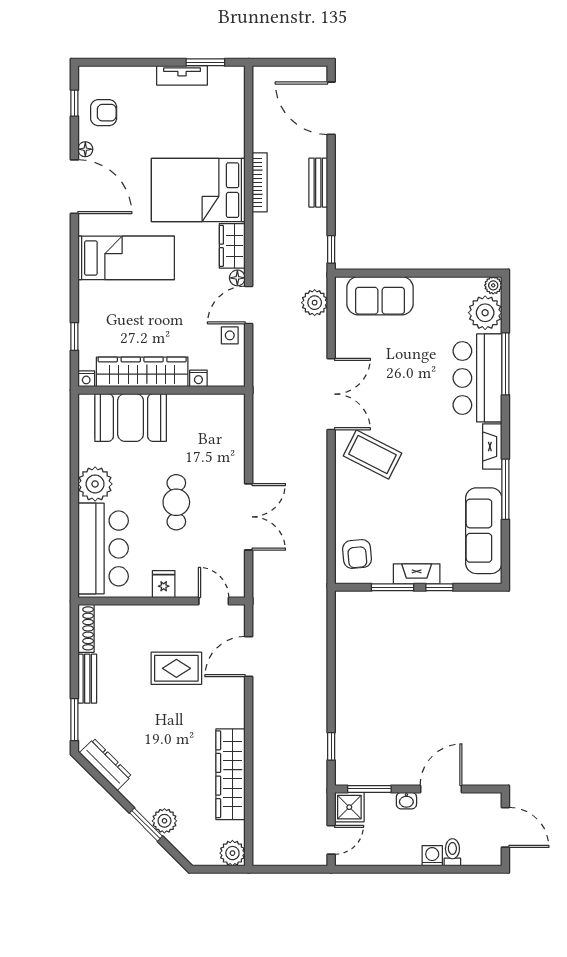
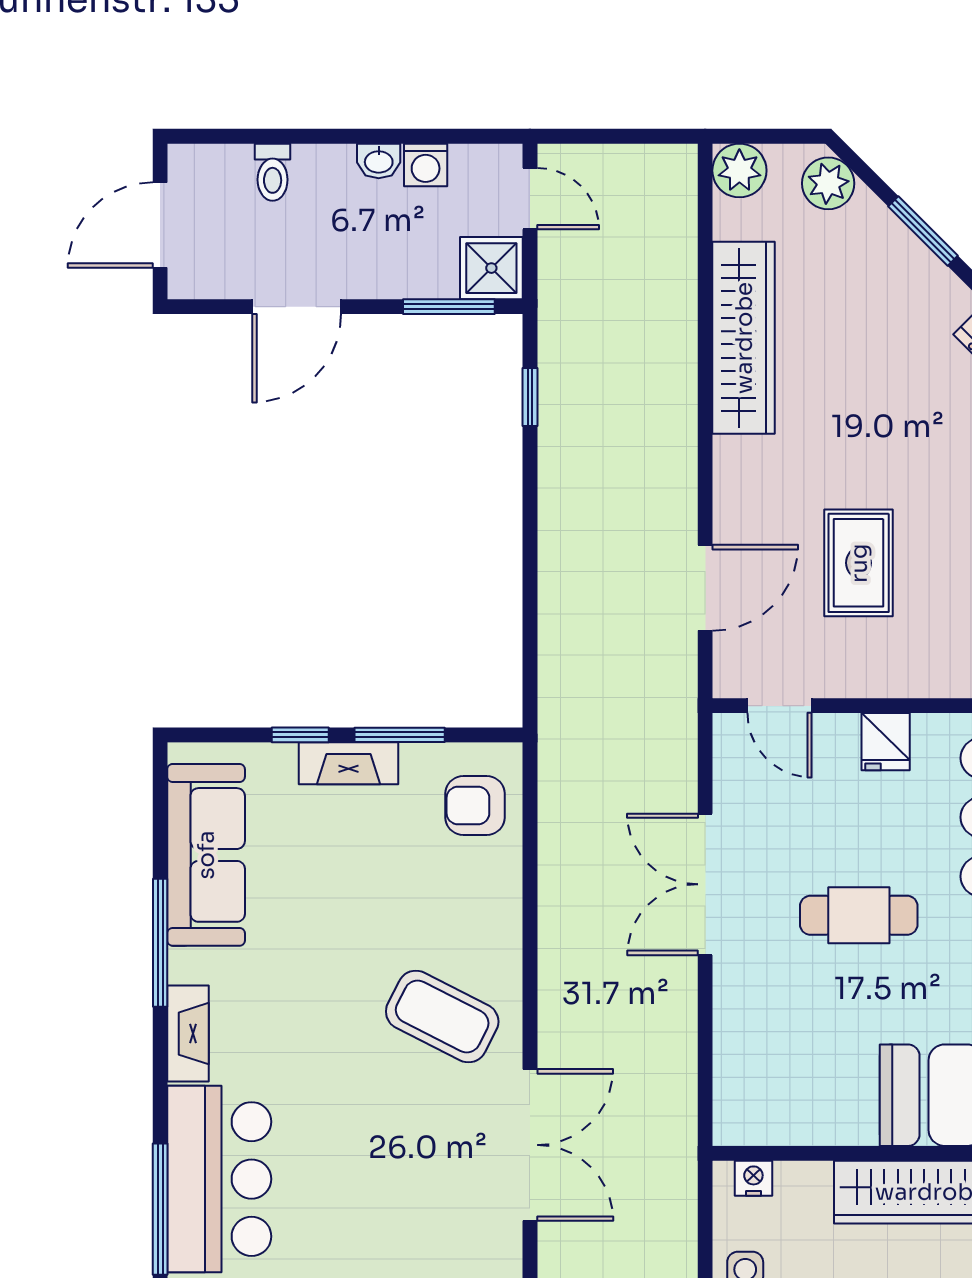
nightstand: (198, 378) -> (753, 1178), moved
double door: (331, 394) -> (530, 1145), swing flipped
cafe table: (176, 502) -> (859, 915), turned 90
armchair: (357, 554) -> (475, 806), turned -85
rug: (176, 668) -> (859, 563), turned 90
washbasin: (406, 801) -> (379, 161), moved, turned 180
plant: (164, 821) -> (828, 183), moved
door: (505, 827) -> (160, 225), hinge flipped
door: (331, 840) -> (530, 199), swing flipped
washing machine: (432, 856) -> (426, 165), moved

